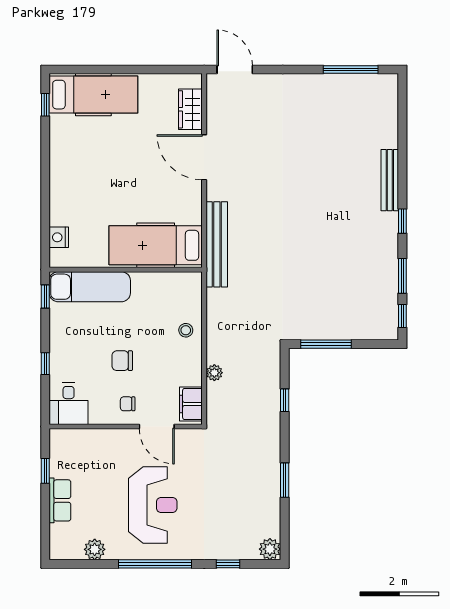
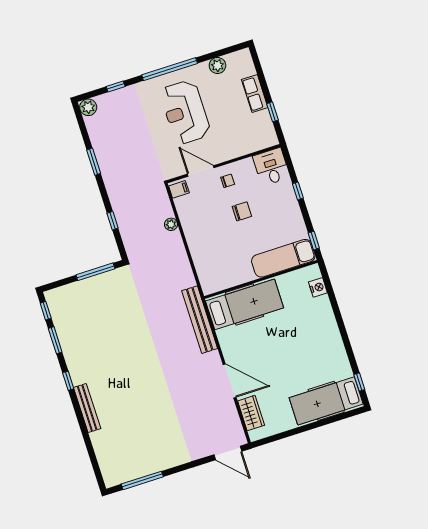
stool: (186, 330) -> (202, 249), removed
filing cabinet: (191, 404) -> (179, 189), width x0.50

